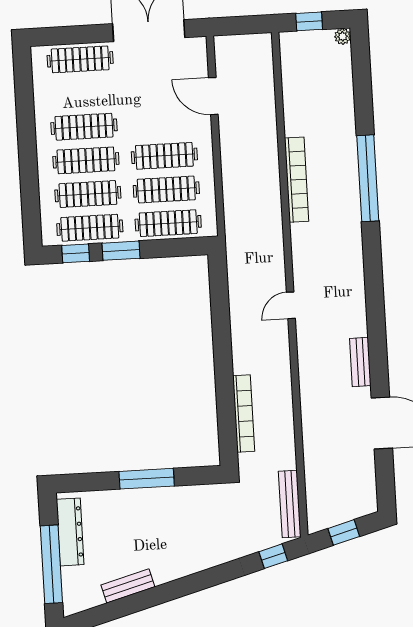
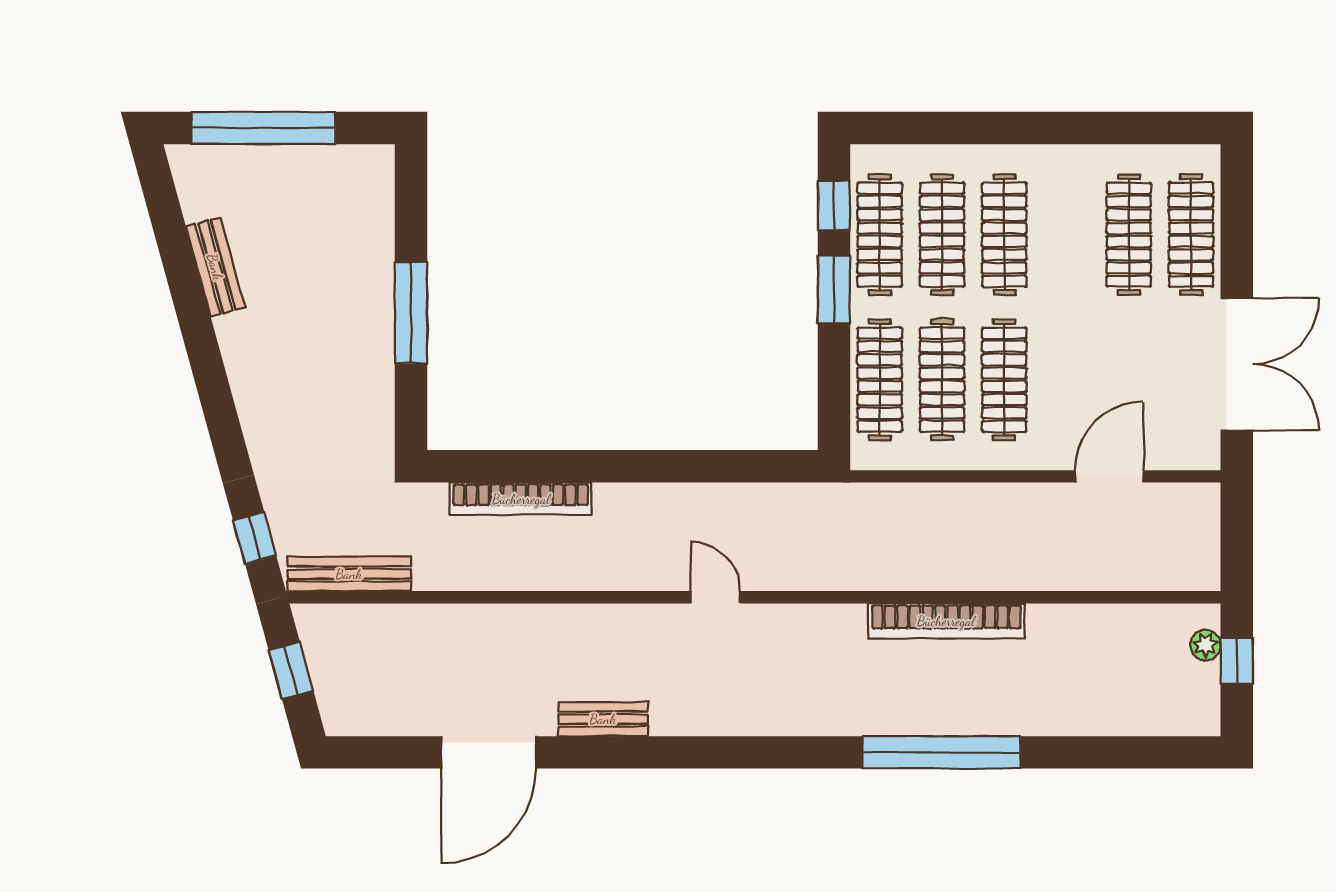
plant: (343, 36) -> (1205, 645), moved
clothes rail: (84, 127) -> (1129, 235), moved
dresser: (70, 532) -> (321, 166), removed

